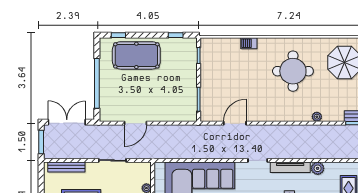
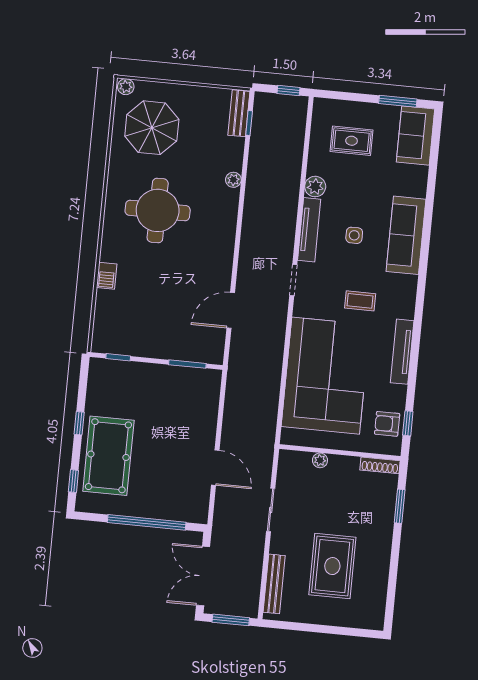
window: (176, 35) -> (79, 423), moved
door: (235, 123) -> (231, 310), hinge flipped

